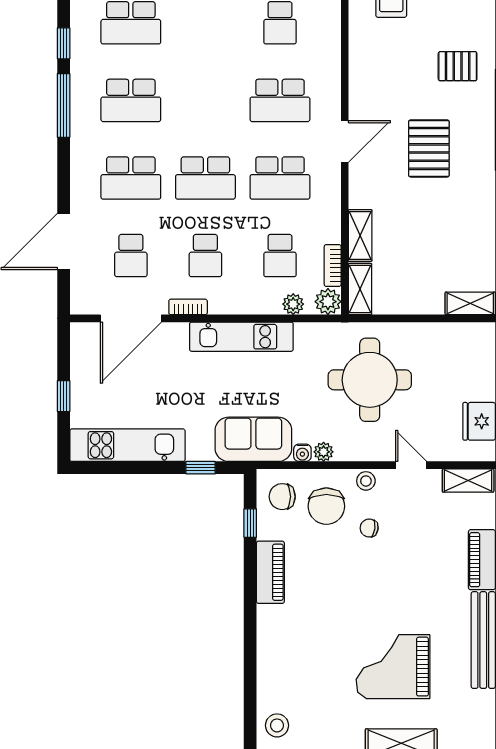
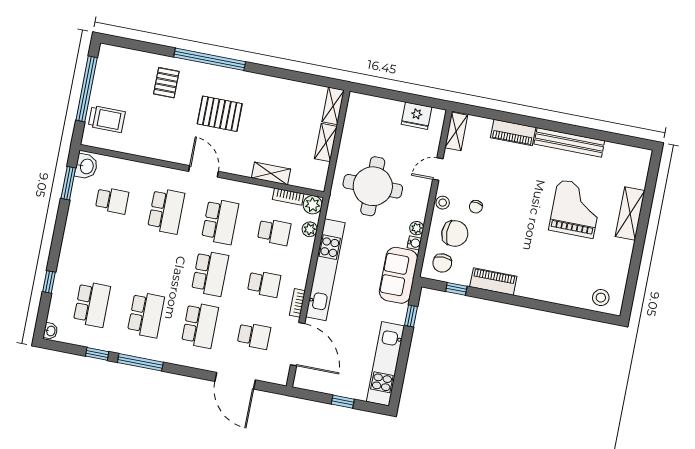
shelving: (360, 289) -> (326, 143), moved, turned 90
kitchen unit: (241, 337) -> (325, 270), width x1.36
grand piano: (393, 667) -> (576, 209), turned 180

